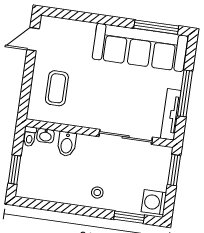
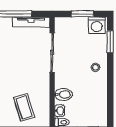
coffee table: (57, 88) -> (24, 107), turned 73
window: (174, 170) -> (82, 14), moved

